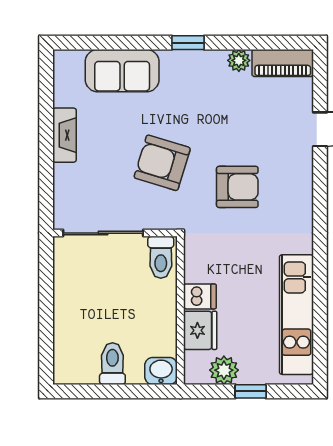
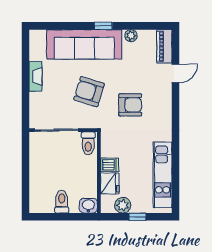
piano: (283, 63) -> (164, 46), moved, turned 90
sofa: (122, 71) -> (84, 44), width x1.85, depth x1.27

